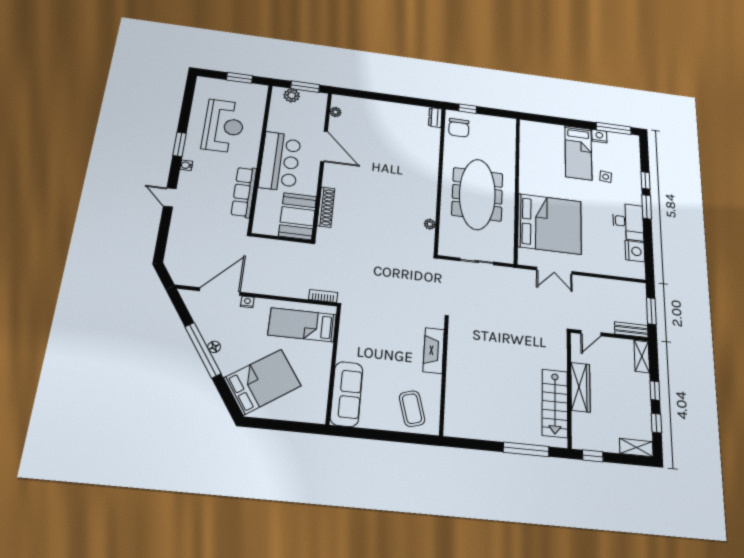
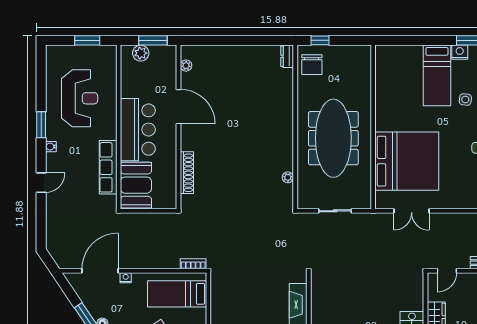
door: (170, 197) -> (41, 183), swing flipped
booth: (298, 216) -> (136, 185), moved

